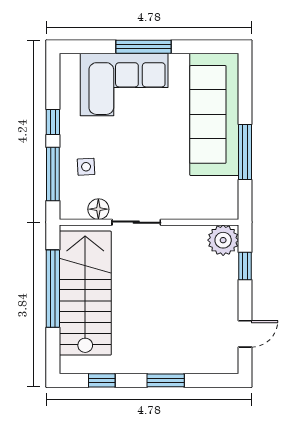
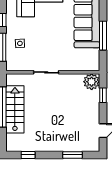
floor lamp: (98, 209) -> (26, 66), removed
stairs: (85, 293) -> (15, 109), width x0.73, depth x0.66
window: (166, 380) -> (72, 155), moved

